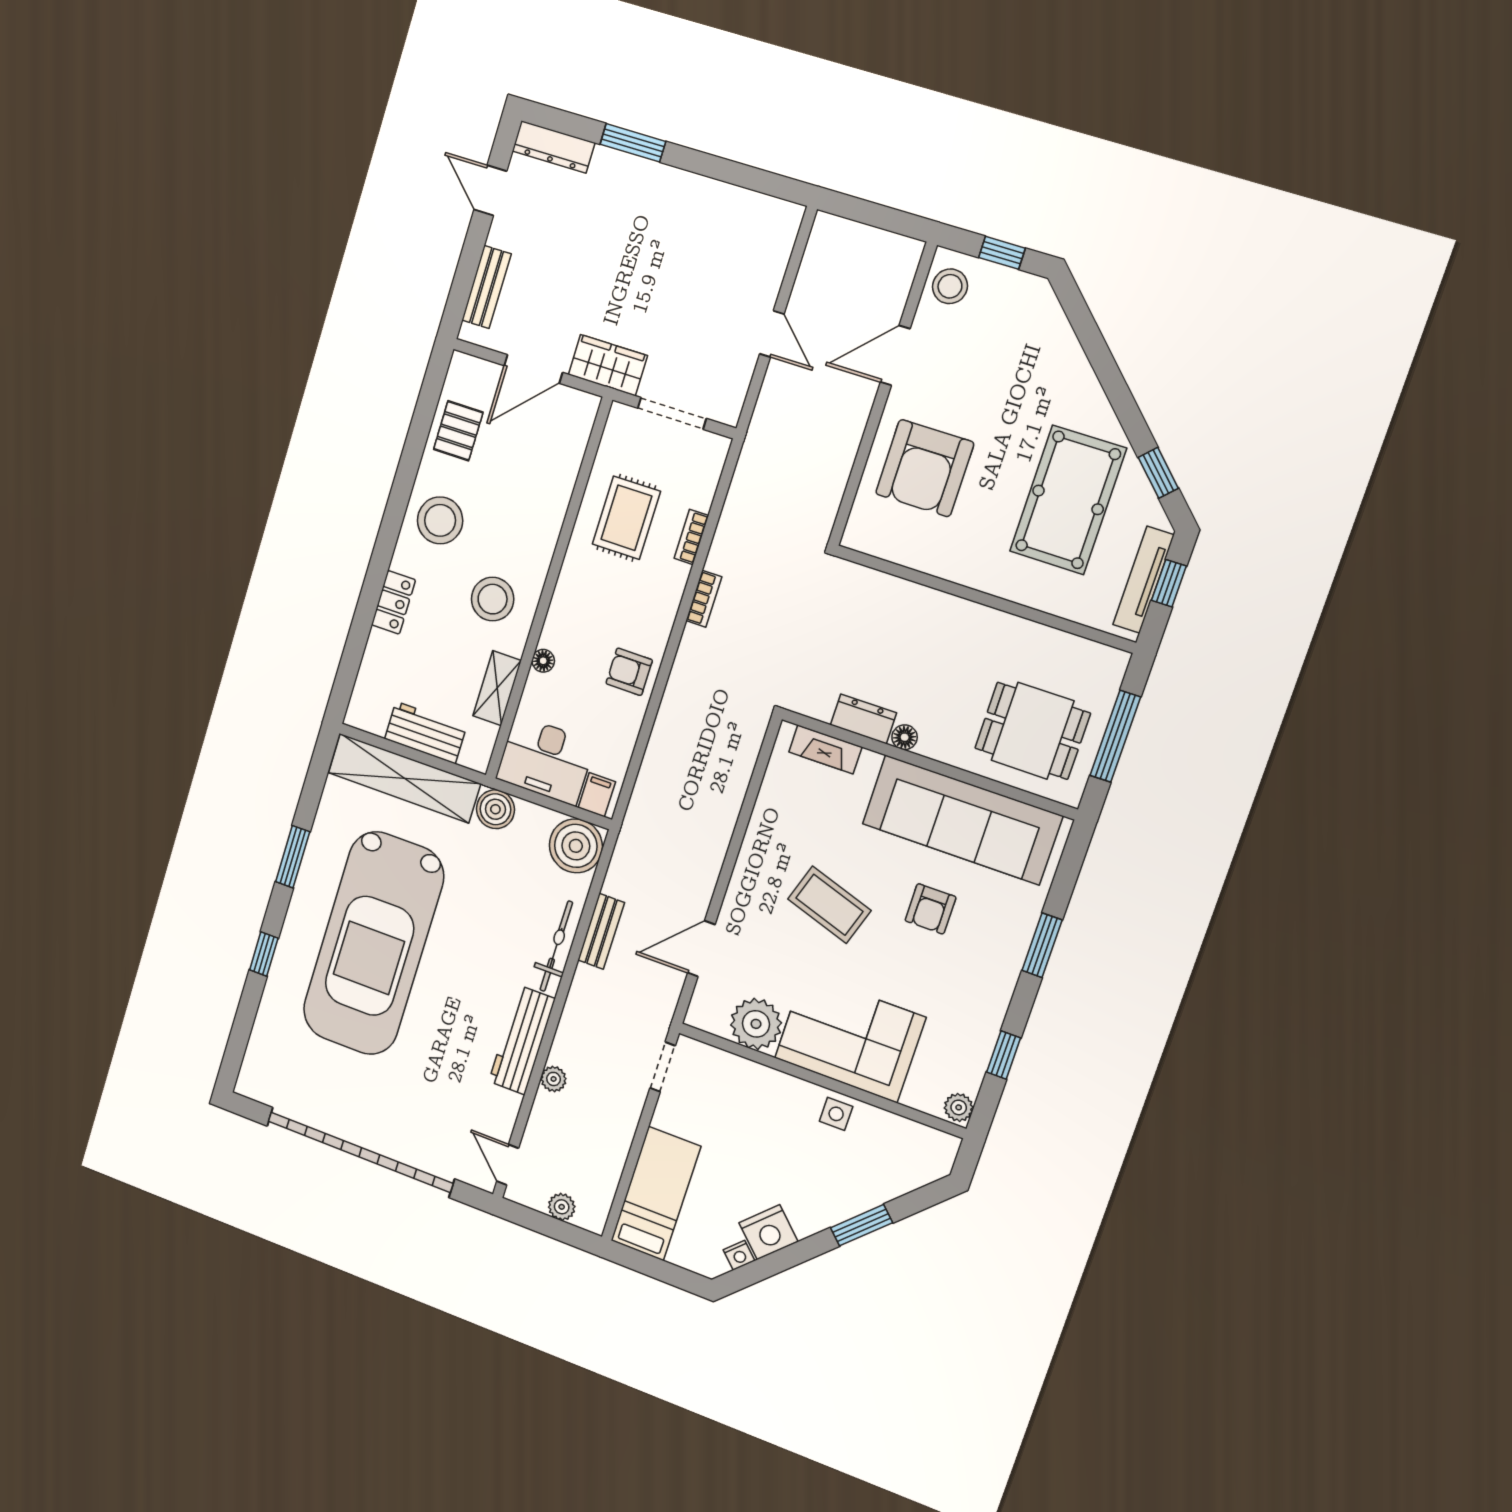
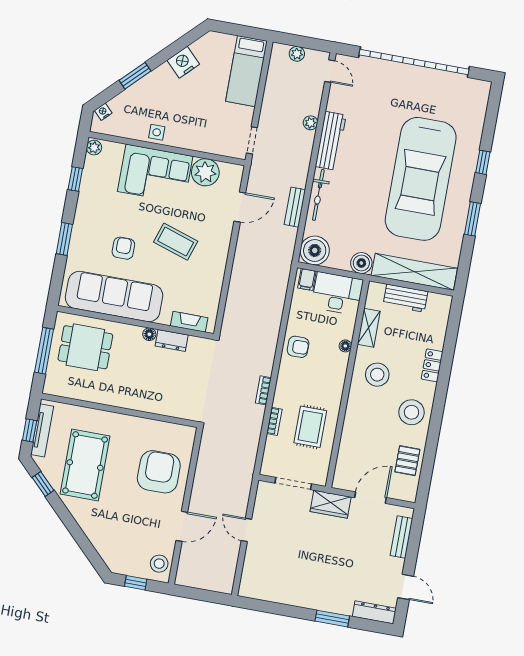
car: (373, 943) -> (421, 179), turned 180
nightstand: (739, 1255) -> (103, 112), moved

